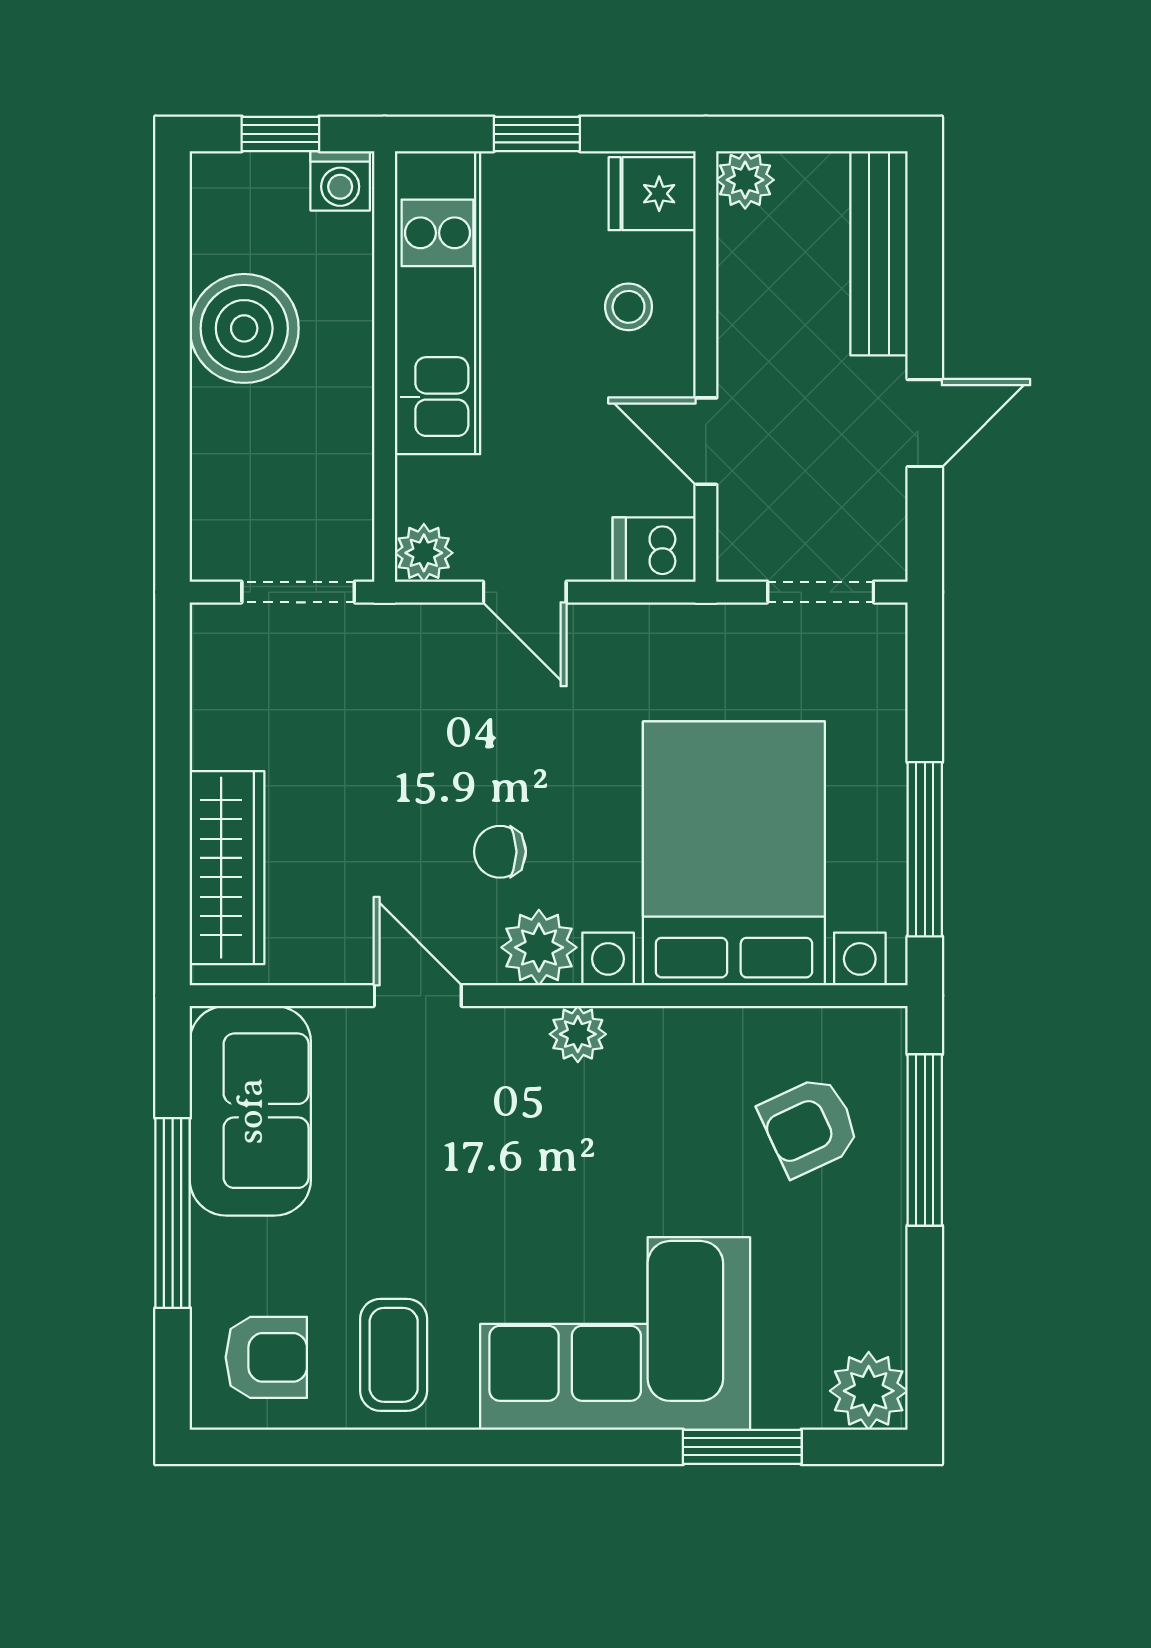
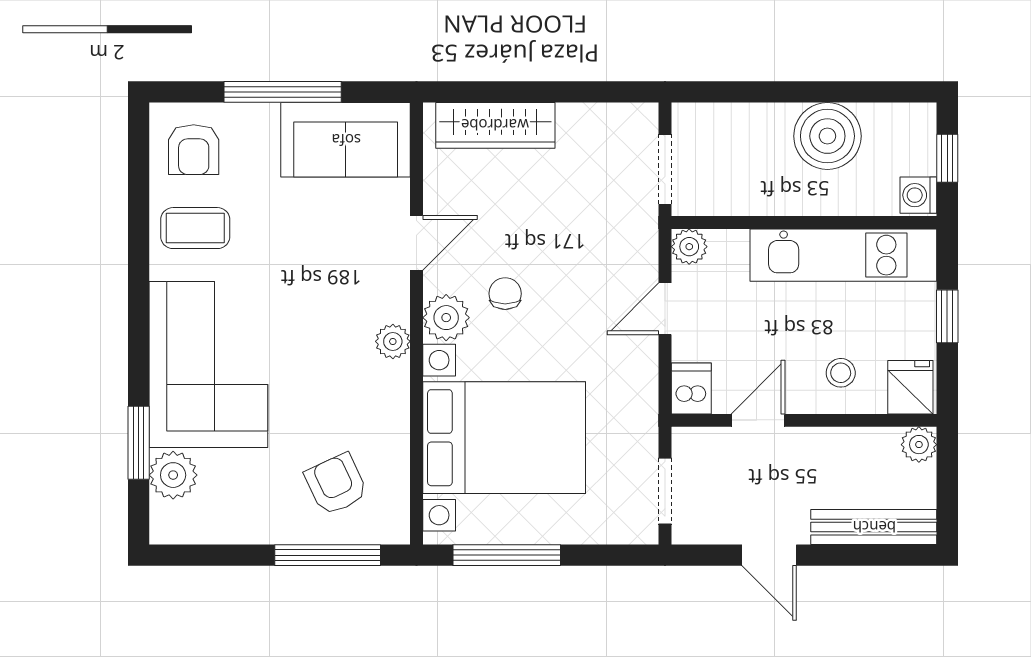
plant: (869, 1391) -> (173, 475), moved

